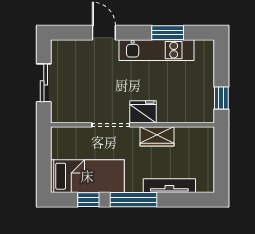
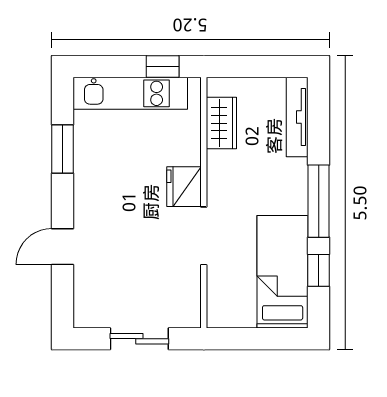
kitchen unit: (157, 50) -> (130, 93), moved, turned 90
wardrobe: (157, 136) -> (221, 123), moved
tv unit: (169, 186) -> (297, 117), moved

